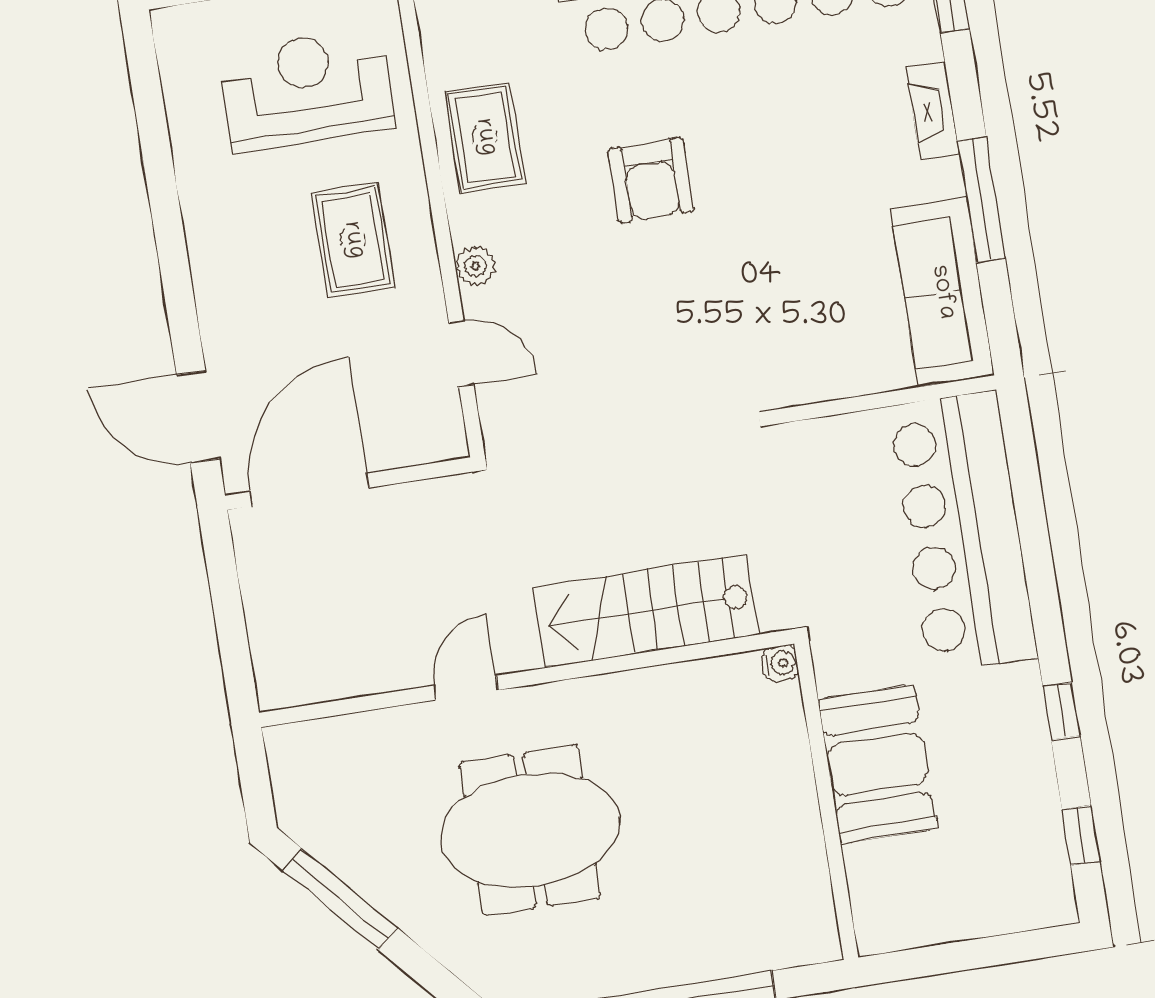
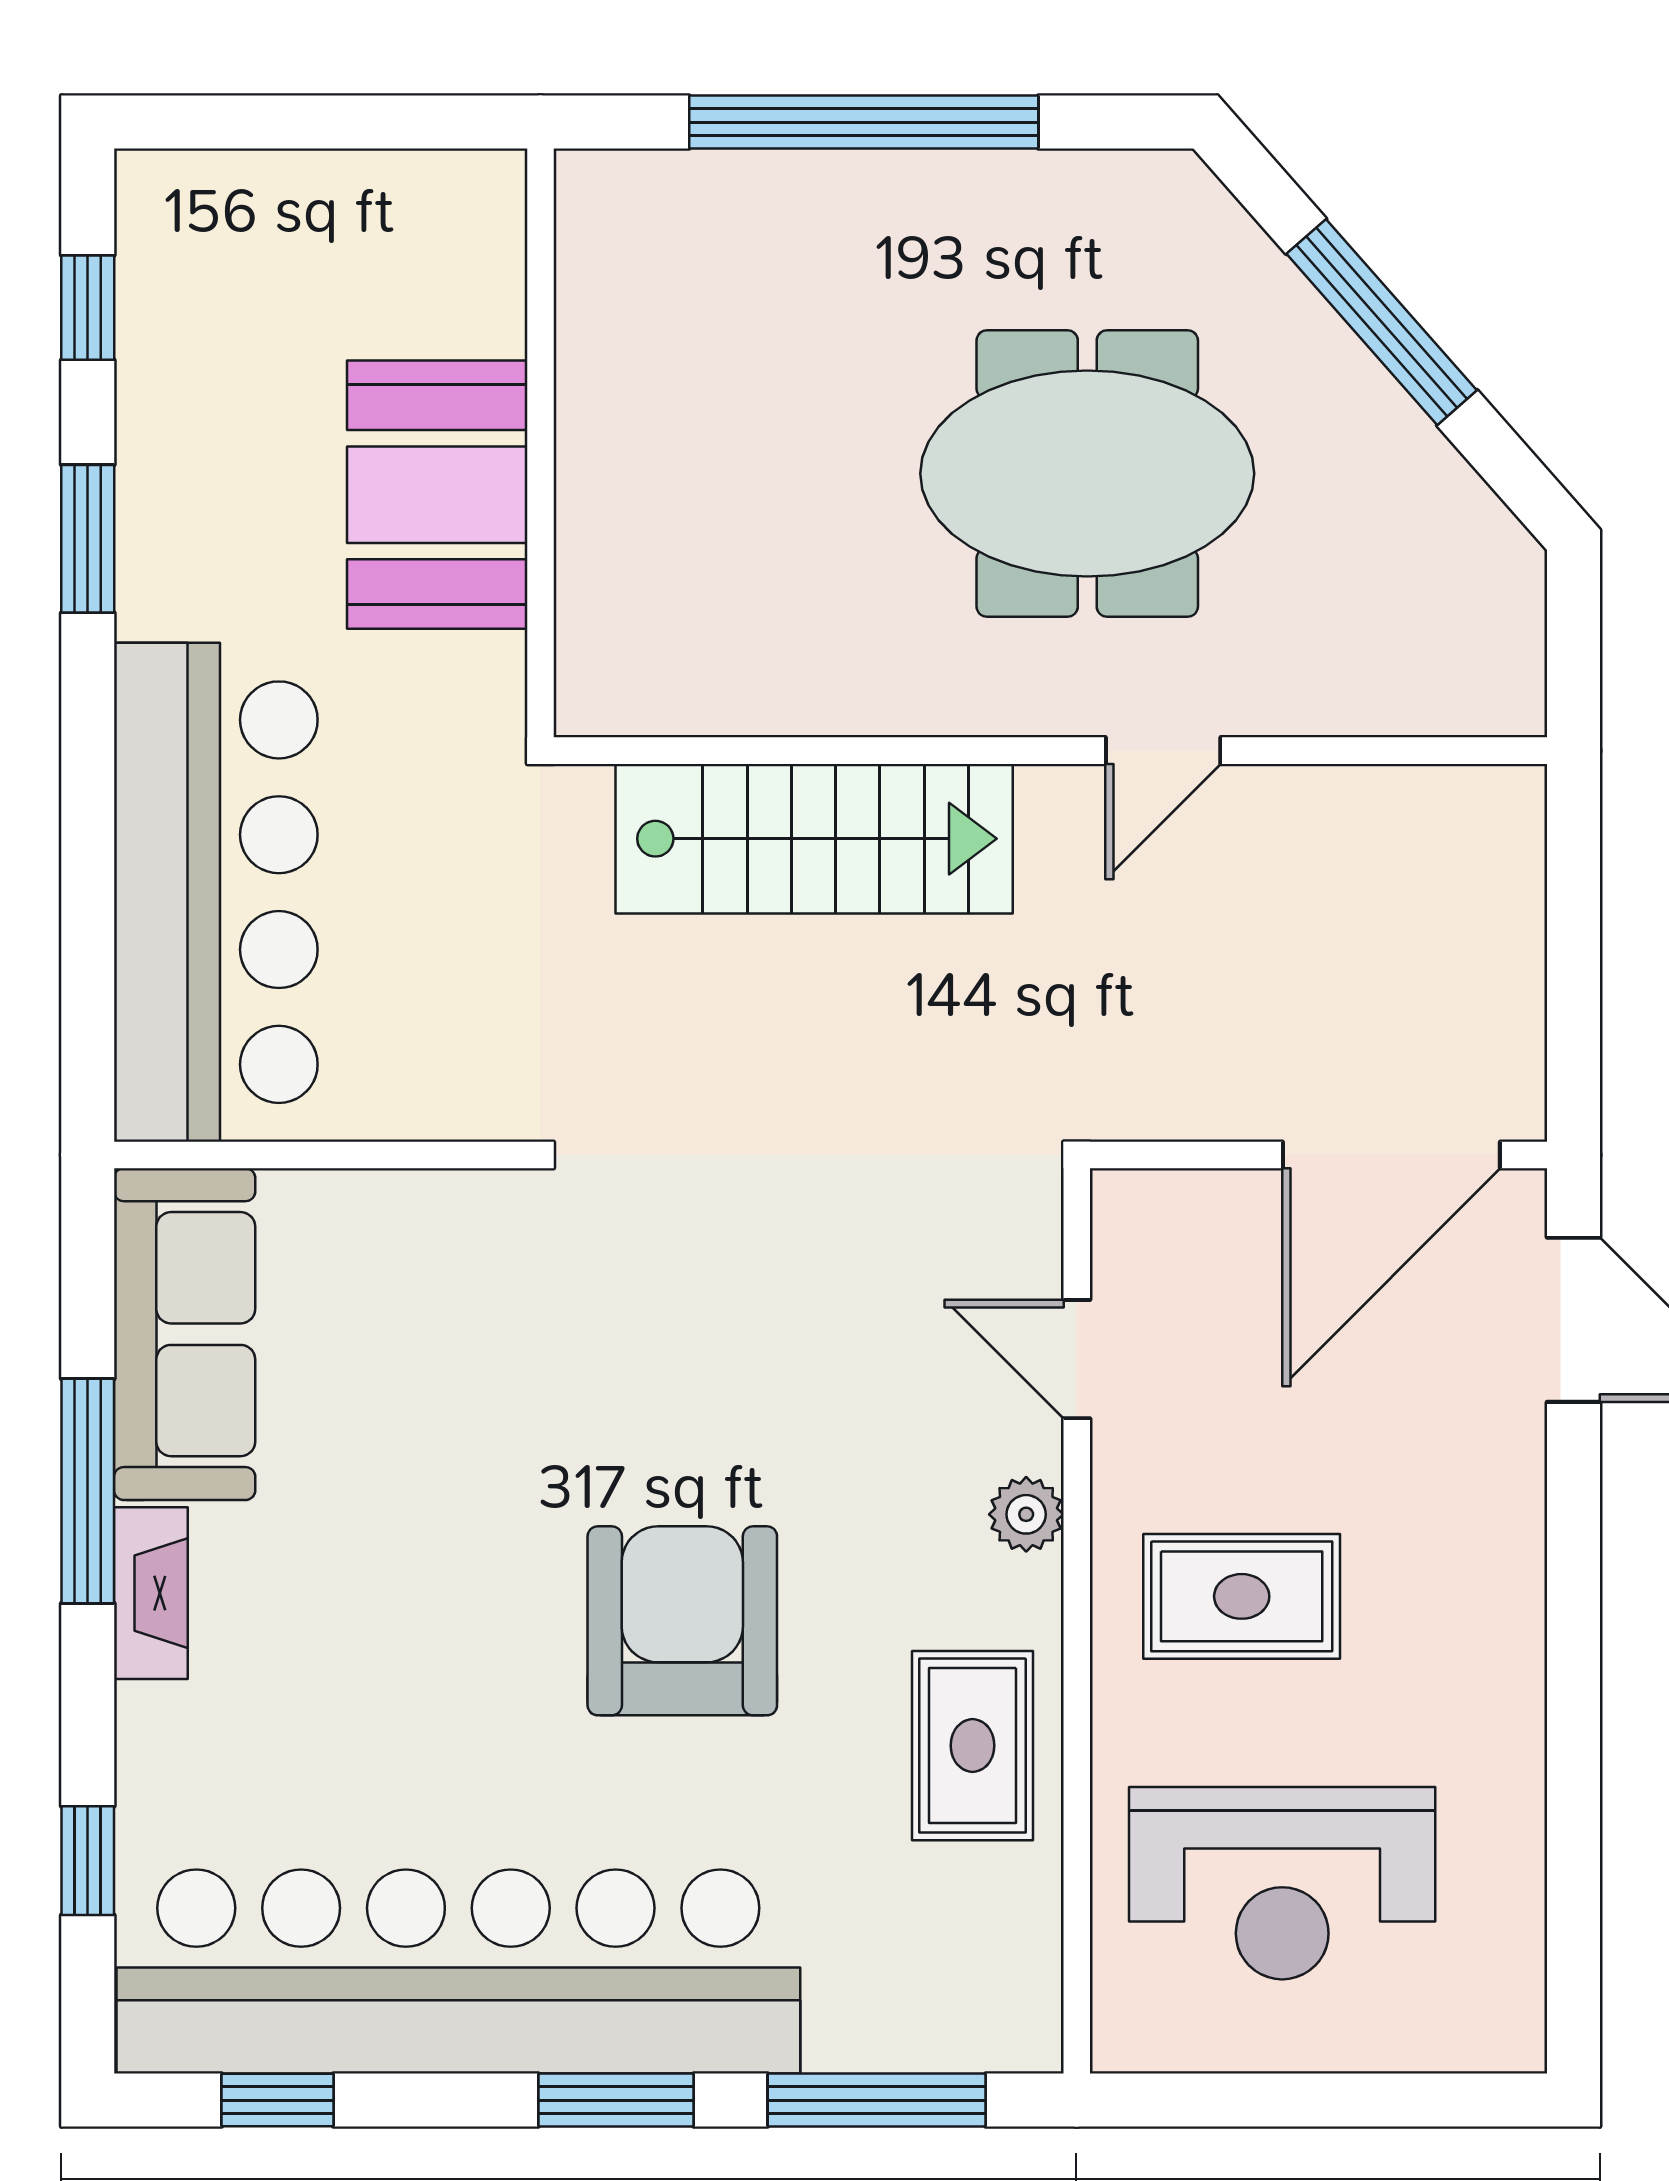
fireplace: (933, 111) -> (151, 1593), moved
armchair: (651, 180) -> (682, 1621), width x1.36, depth x1.36
rug: (353, 240) -> (1242, 1596), turned 90
water cooler: (780, 663) -> (585, 706), removed
window: (1061, 711) -> (88, 539), width x1.50
window: (340, 899) -> (1382, 322), moved

